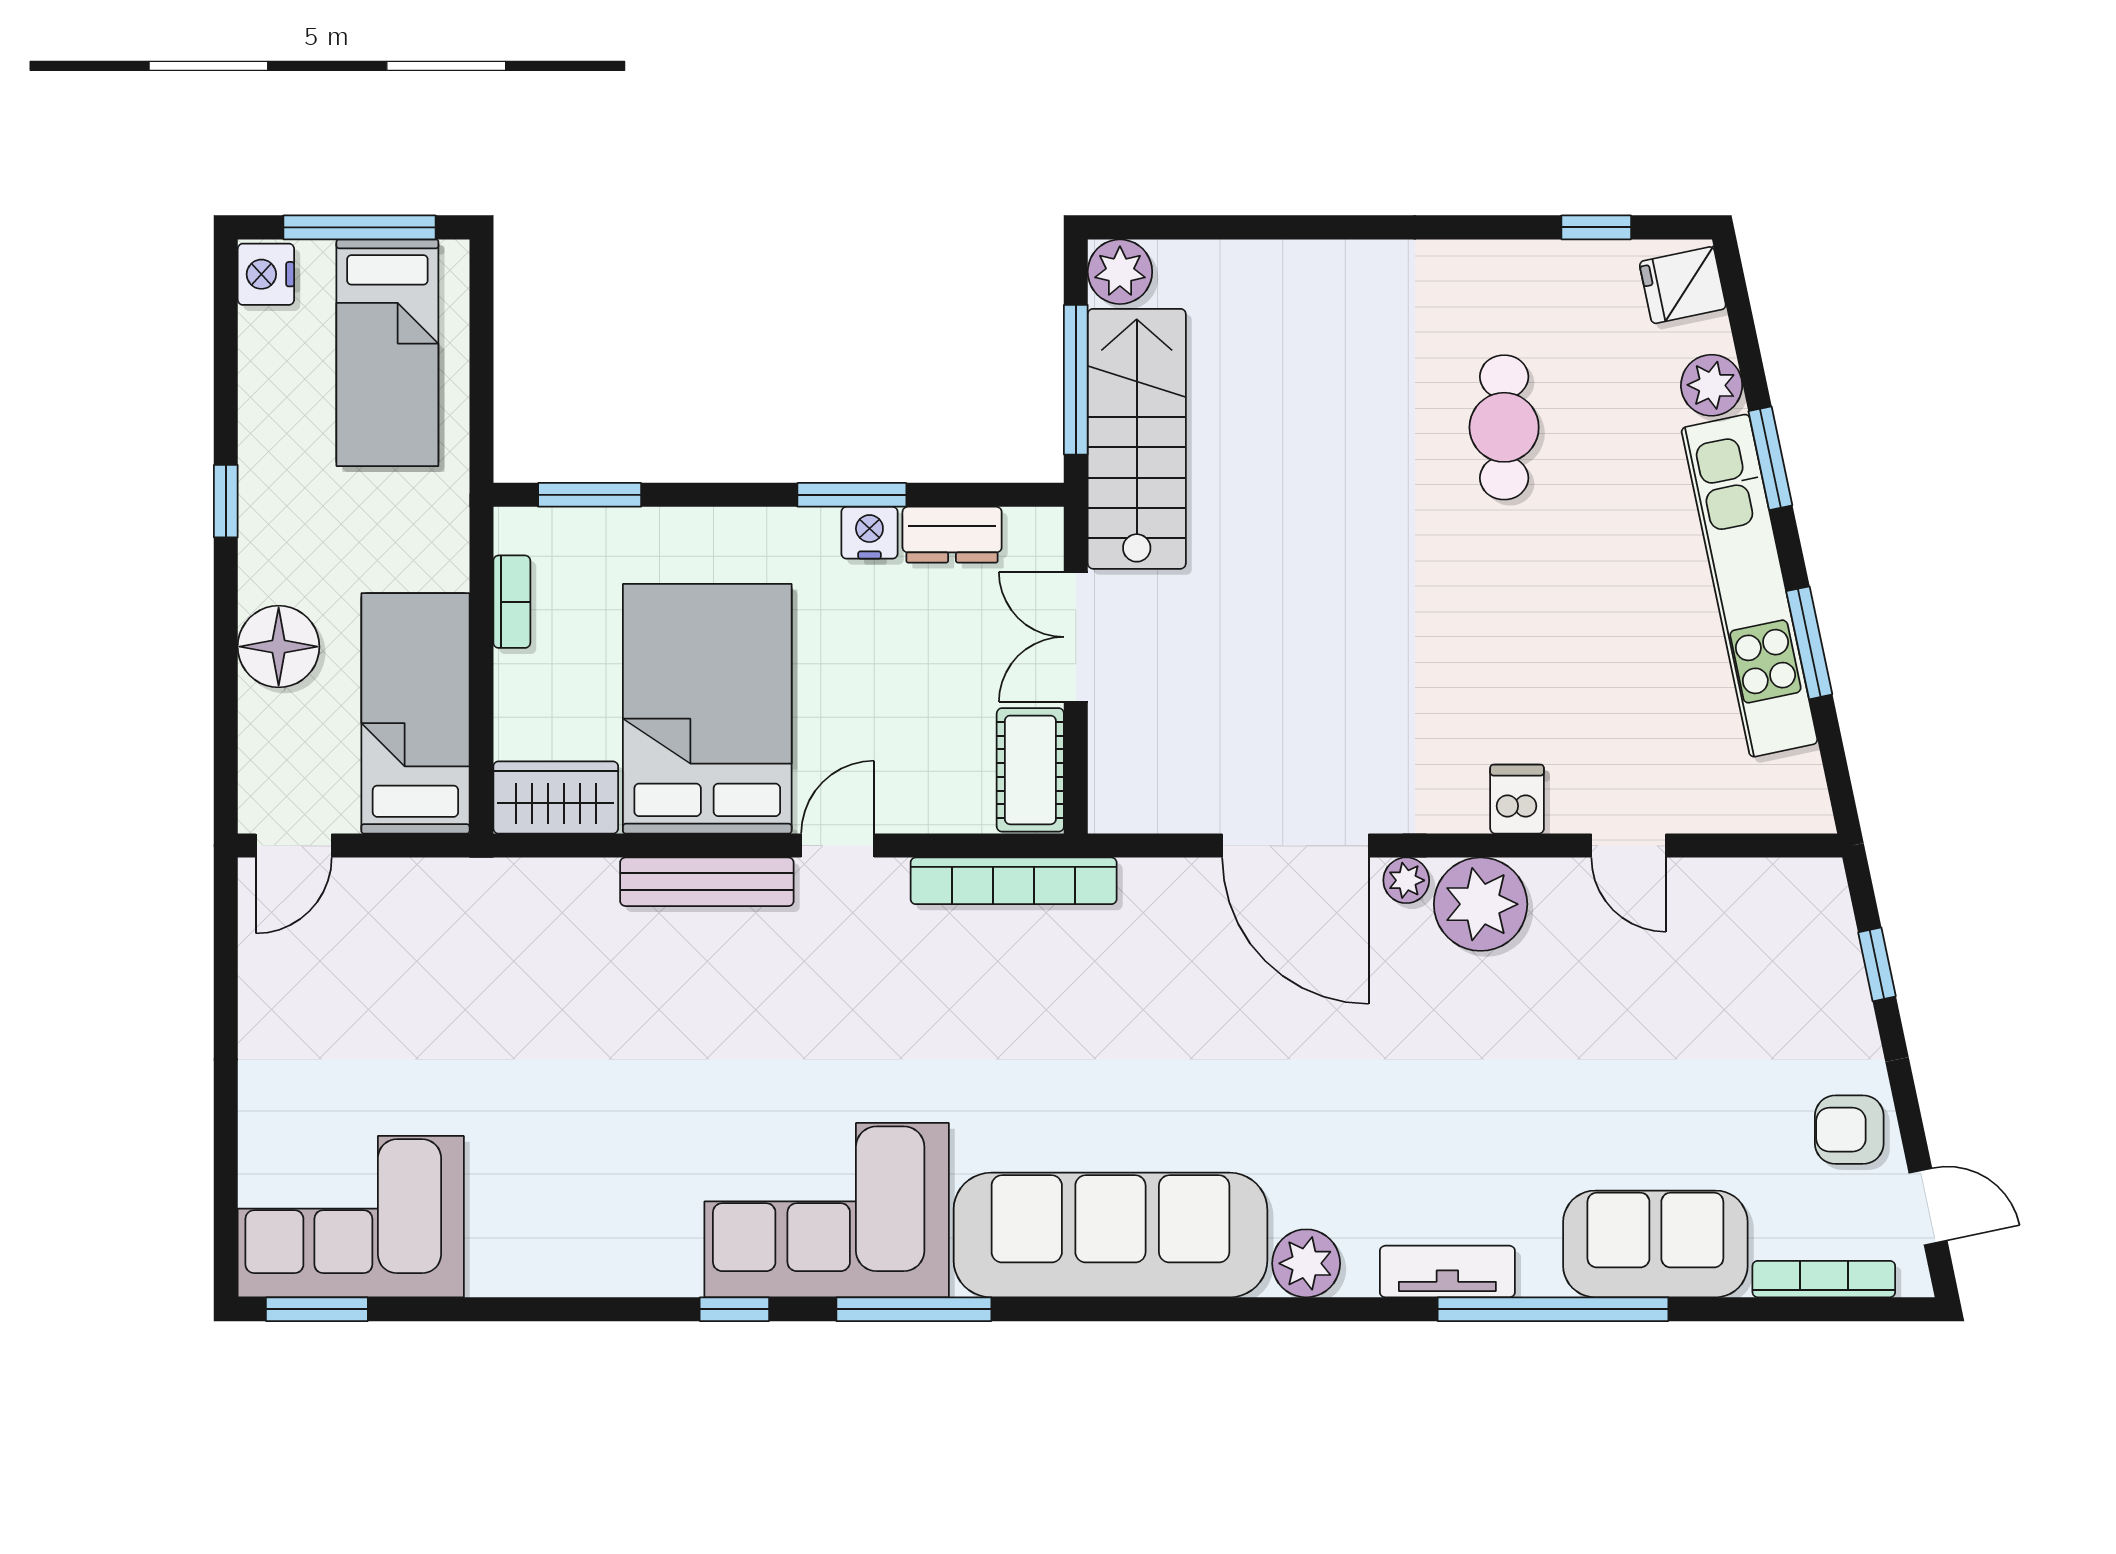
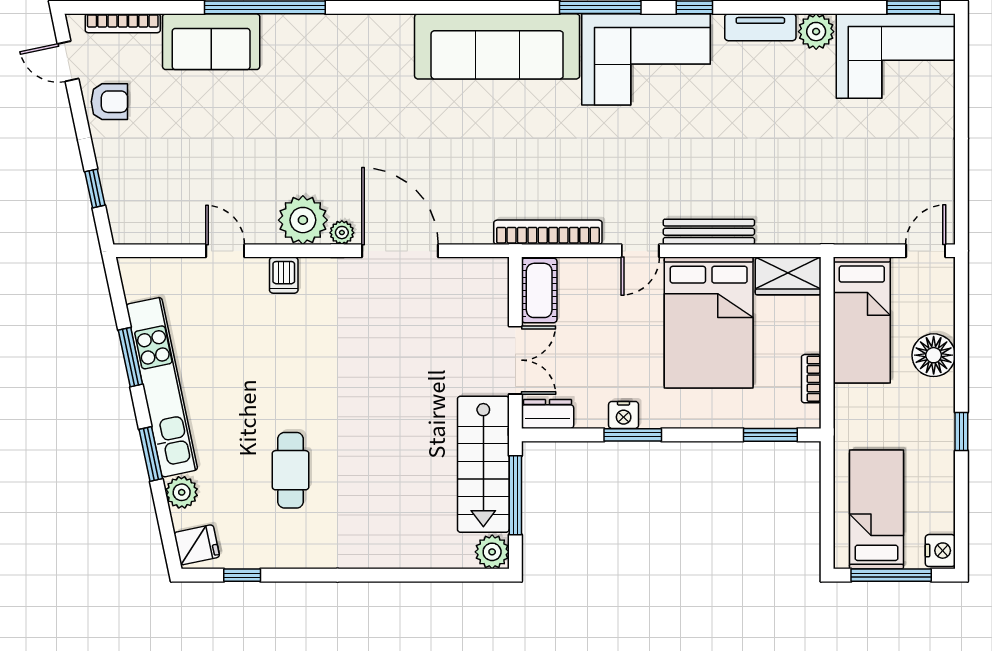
dresser: (952, 535) -> (548, 414), moved
plant: (1306, 1263) -> (816, 32), moved
tv unit: (1447, 1272) -> (760, 27), moved

